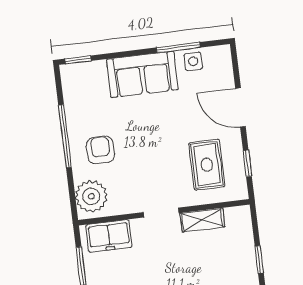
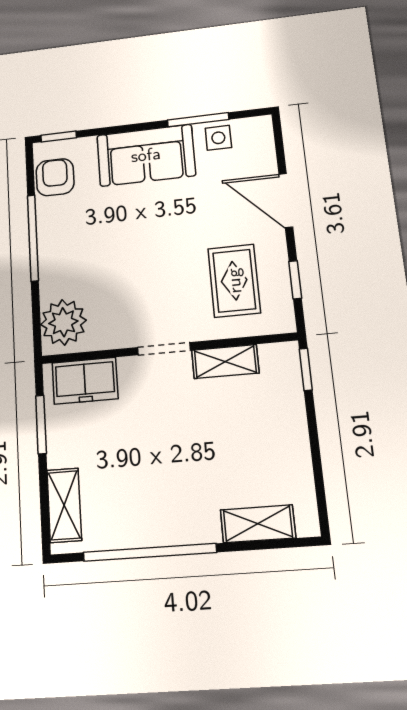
armchair: (100, 150) -> (55, 177), moved
window: (259, 260) -> (306, 369), moved

